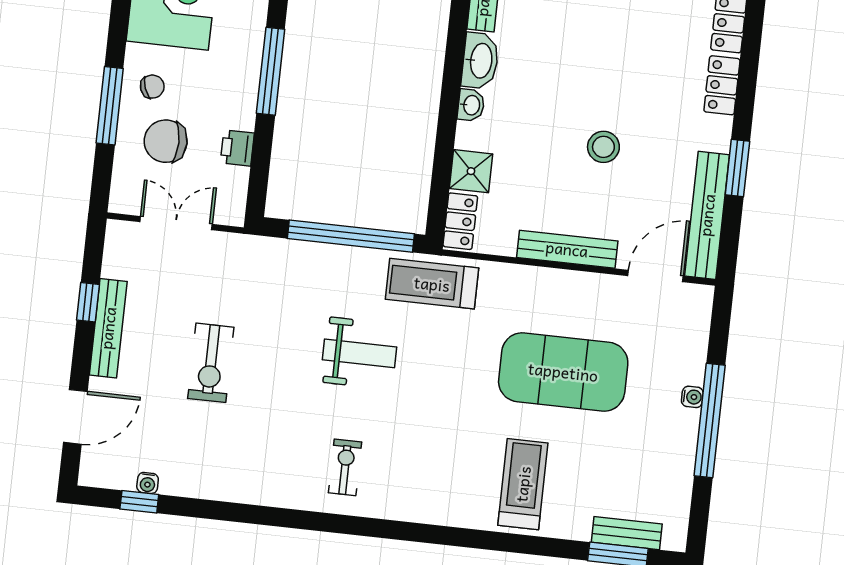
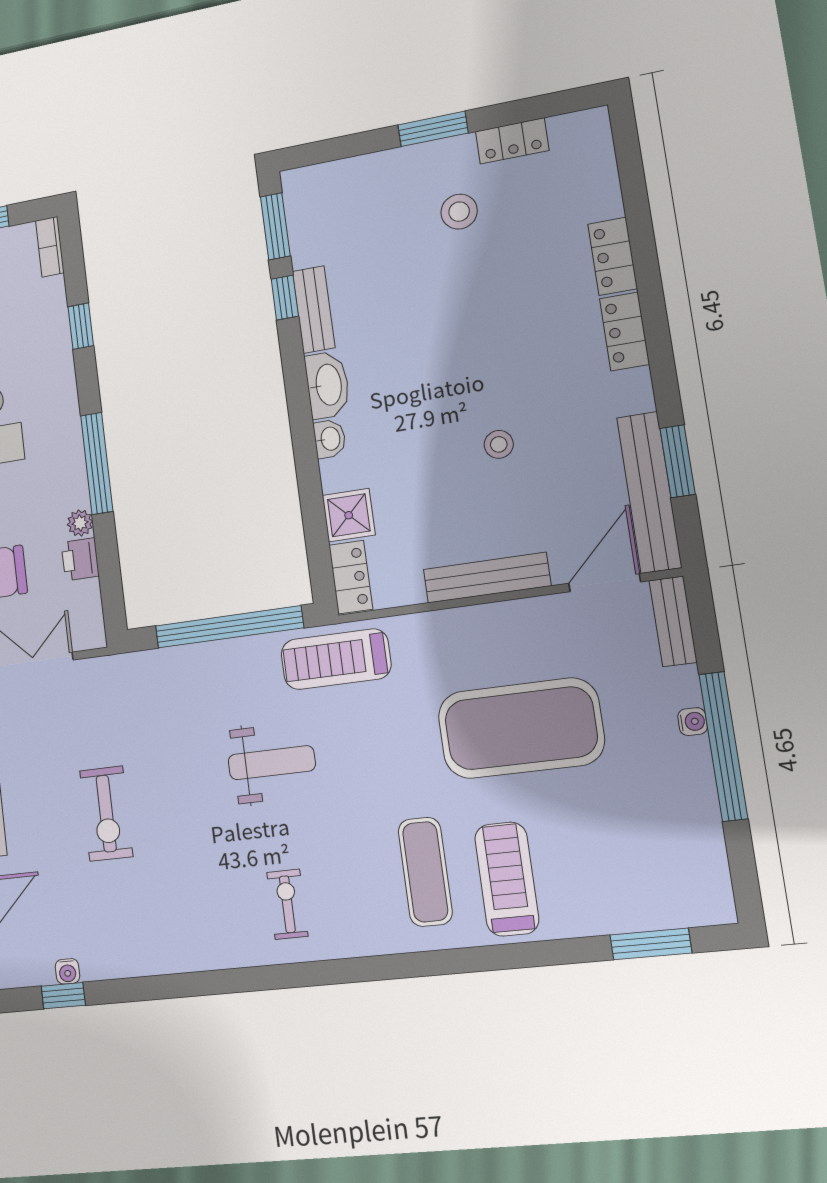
plant: (244, 118) -> (80, 523), added
stool: (603, 147) -> (499, 444), width x0.73, depth x0.73
window: (737, 168) -> (678, 461), moved
exercise mat: (461, 465) -> (425, 872), added
bench: (627, 533) -> (673, 621), moved, turned 90

